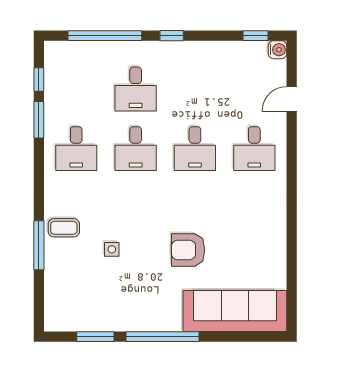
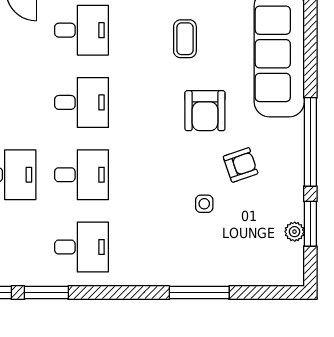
coffee table: (64, 228) -> (185, 39), moved
armchair: (144, 279) -> (241, 165), added
plant: (89, 324) -> (295, 232), added

